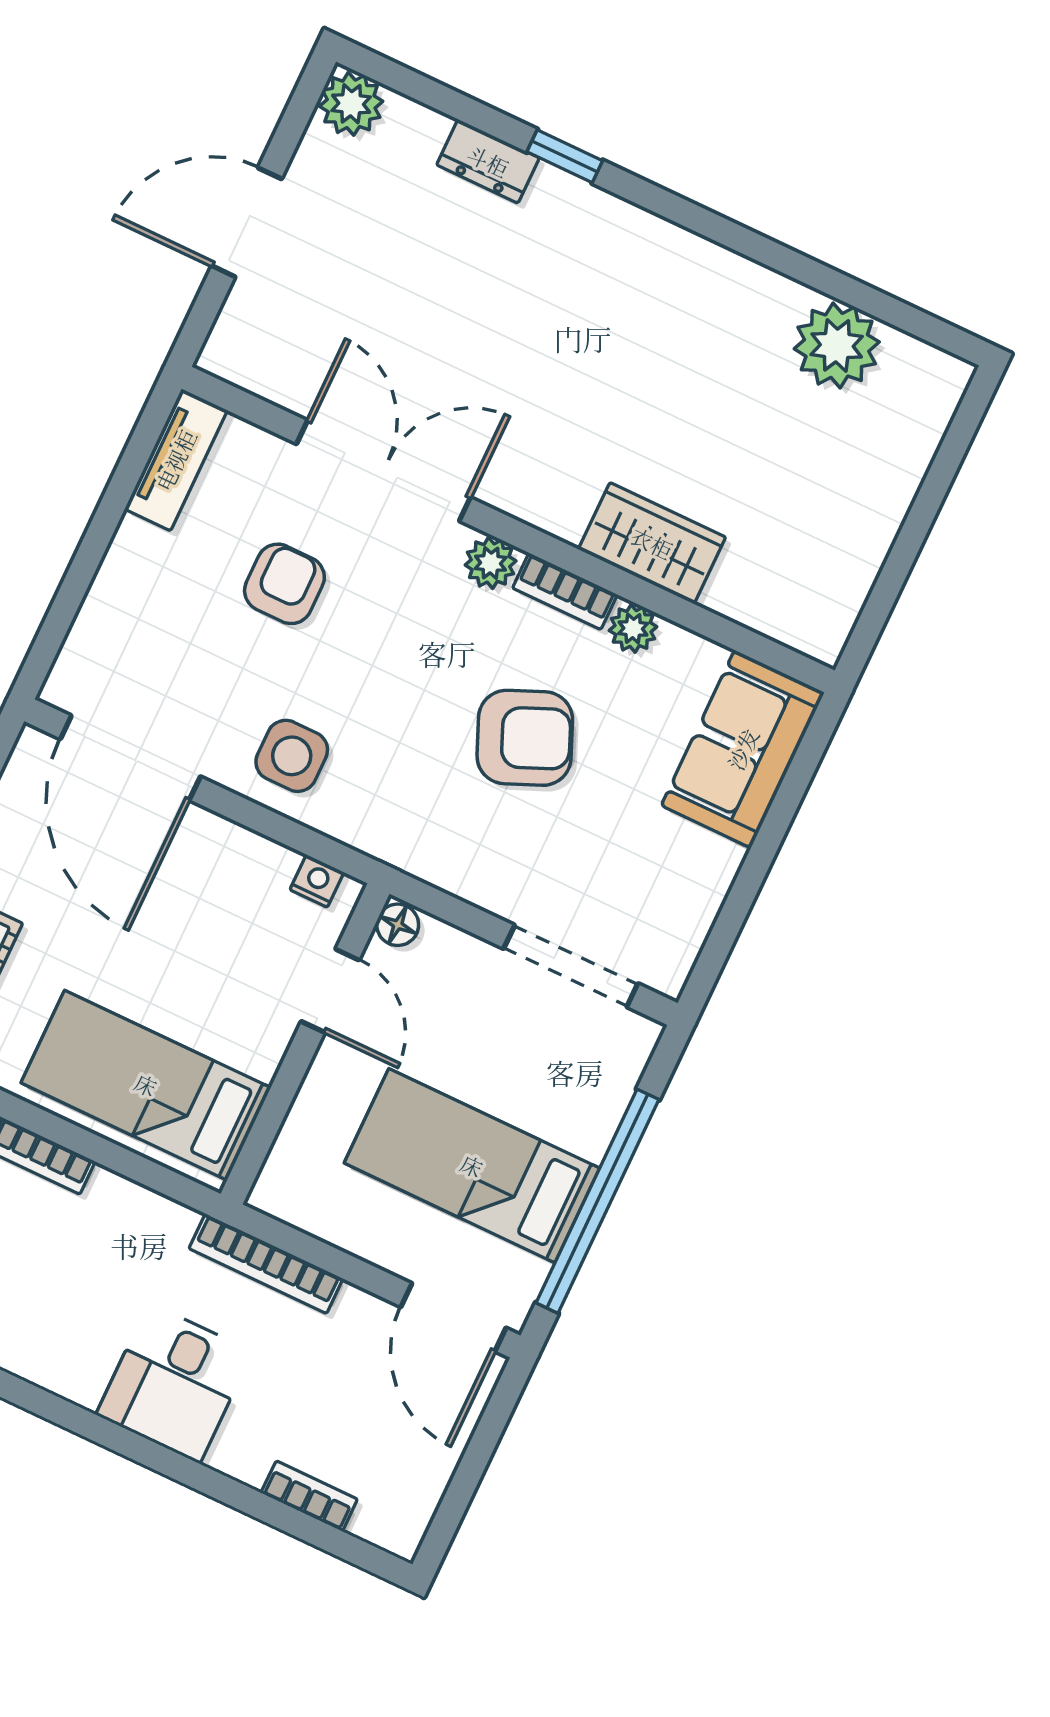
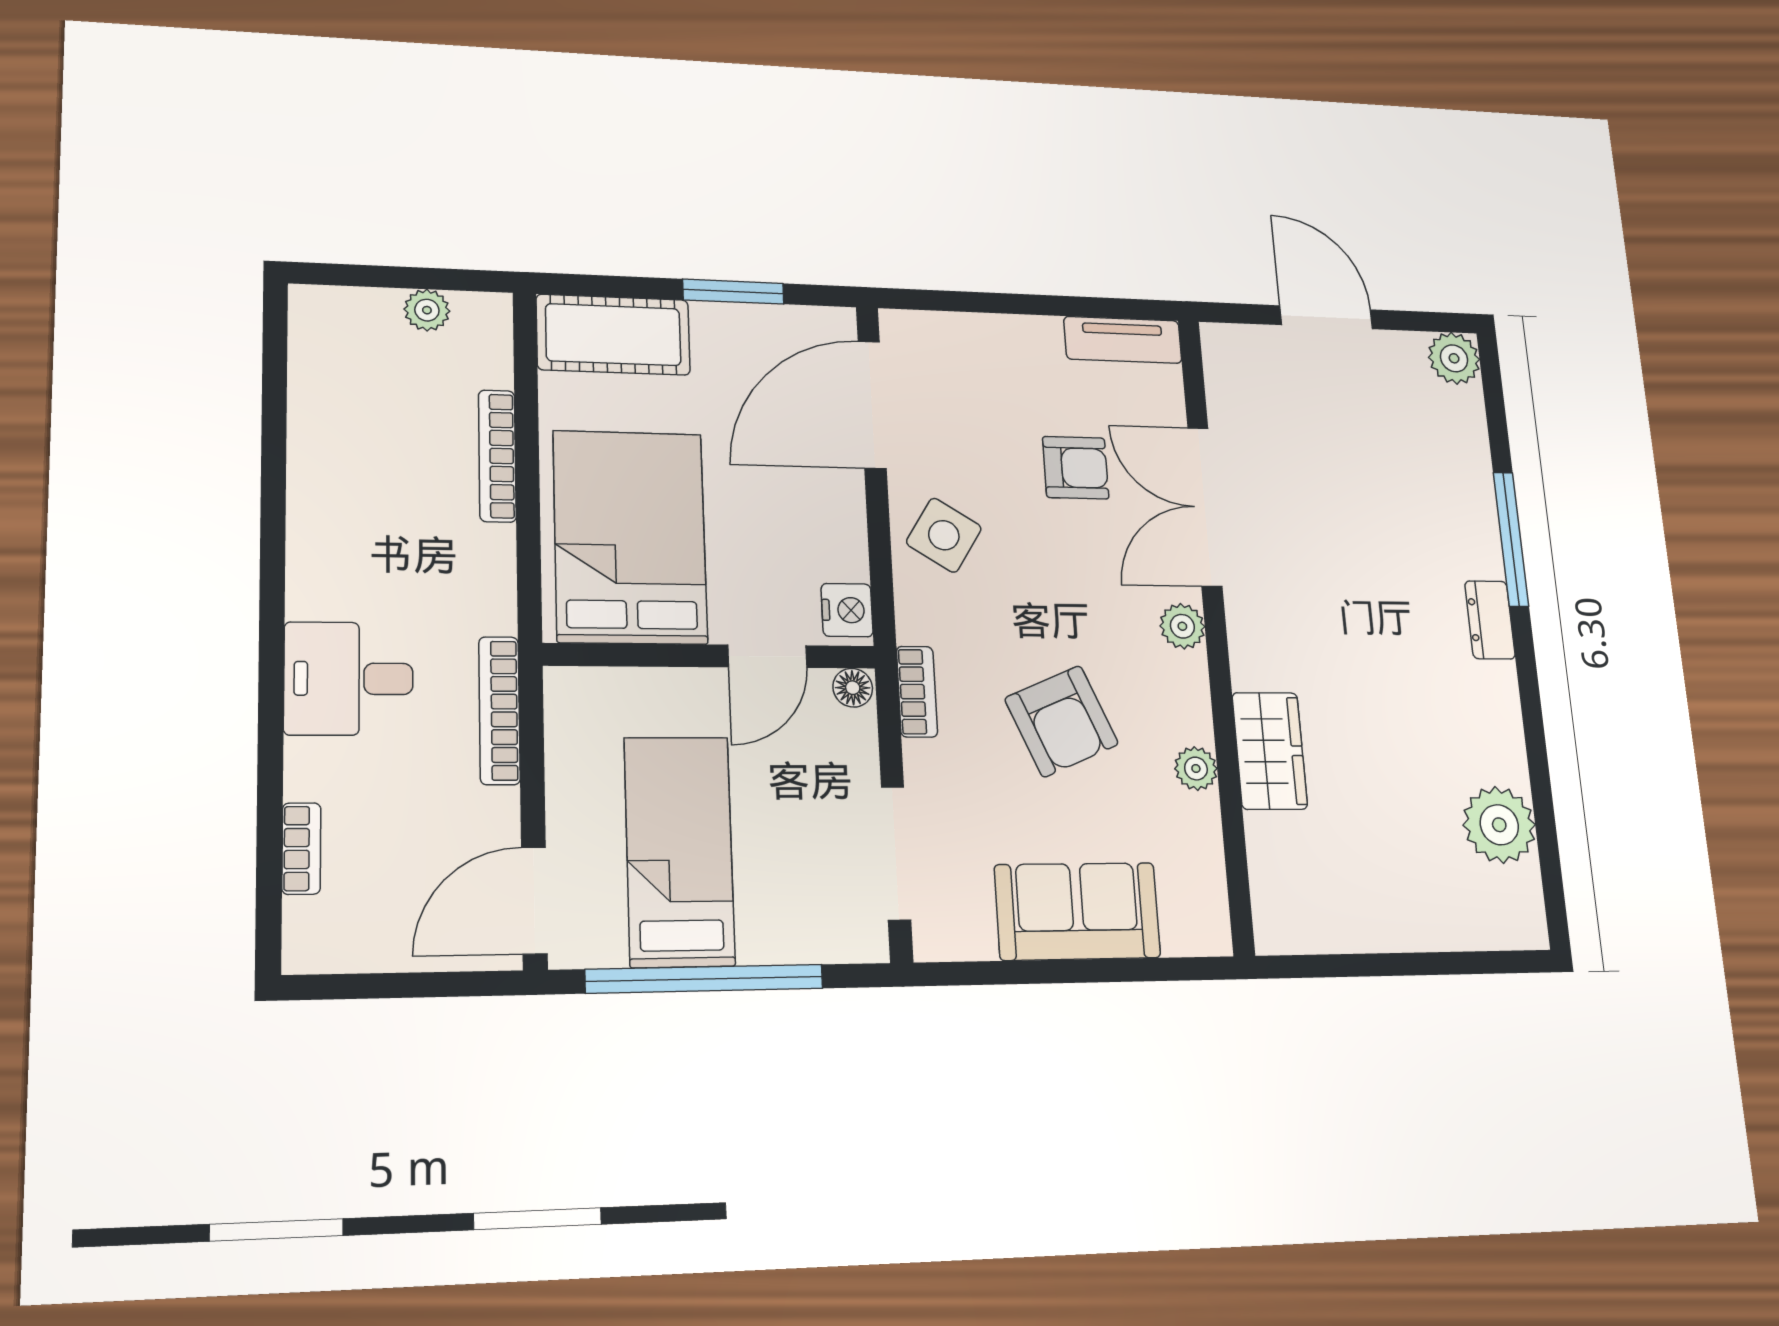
window: (565, 156) -> (1511, 539), width x2.17
dresser: (488, 161) -> (1490, 620), moved
double door: (383, 471) -> (1205, 507), swing flipped
bookcase: (565, 591) -> (917, 692), moved, turned 180
sofa: (743, 749) -> (1078, 911), moved
side table: (292, 756) -> (944, 535), turned 32
nightstand: (317, 881) -> (847, 610), width x1.39, depth x1.35
bed: (146, 1085) -> (630, 537), width x1.50

